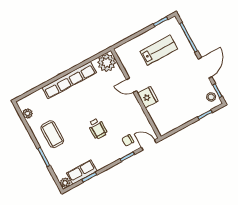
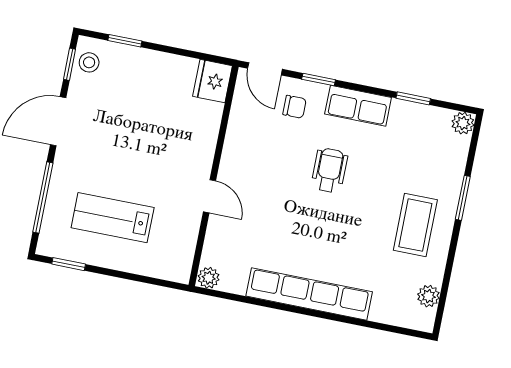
plant: (107, 63) -> (209, 278), width x0.53, depth x0.53
fridge: (148, 97) -> (212, 81), moved
row of seats: (82, 172) -> (358, 106), moved

